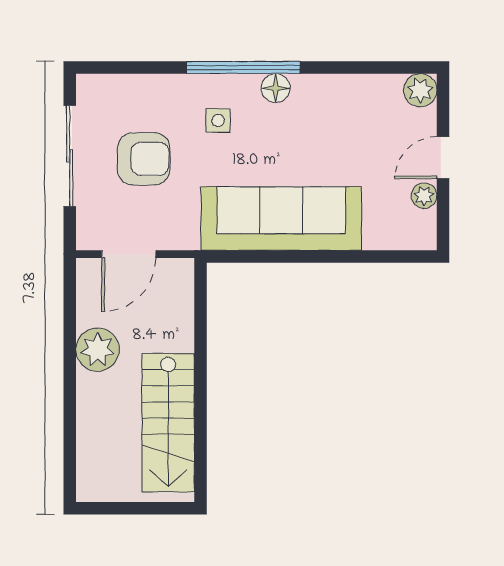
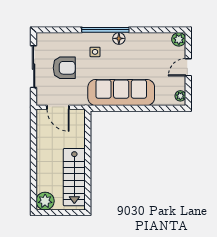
plant: (424, 196) -> (180, 96), moved
door: (129, 254) -> (58, 107), hinge flipped
plant: (98, 350) -> (45, 201), moved

